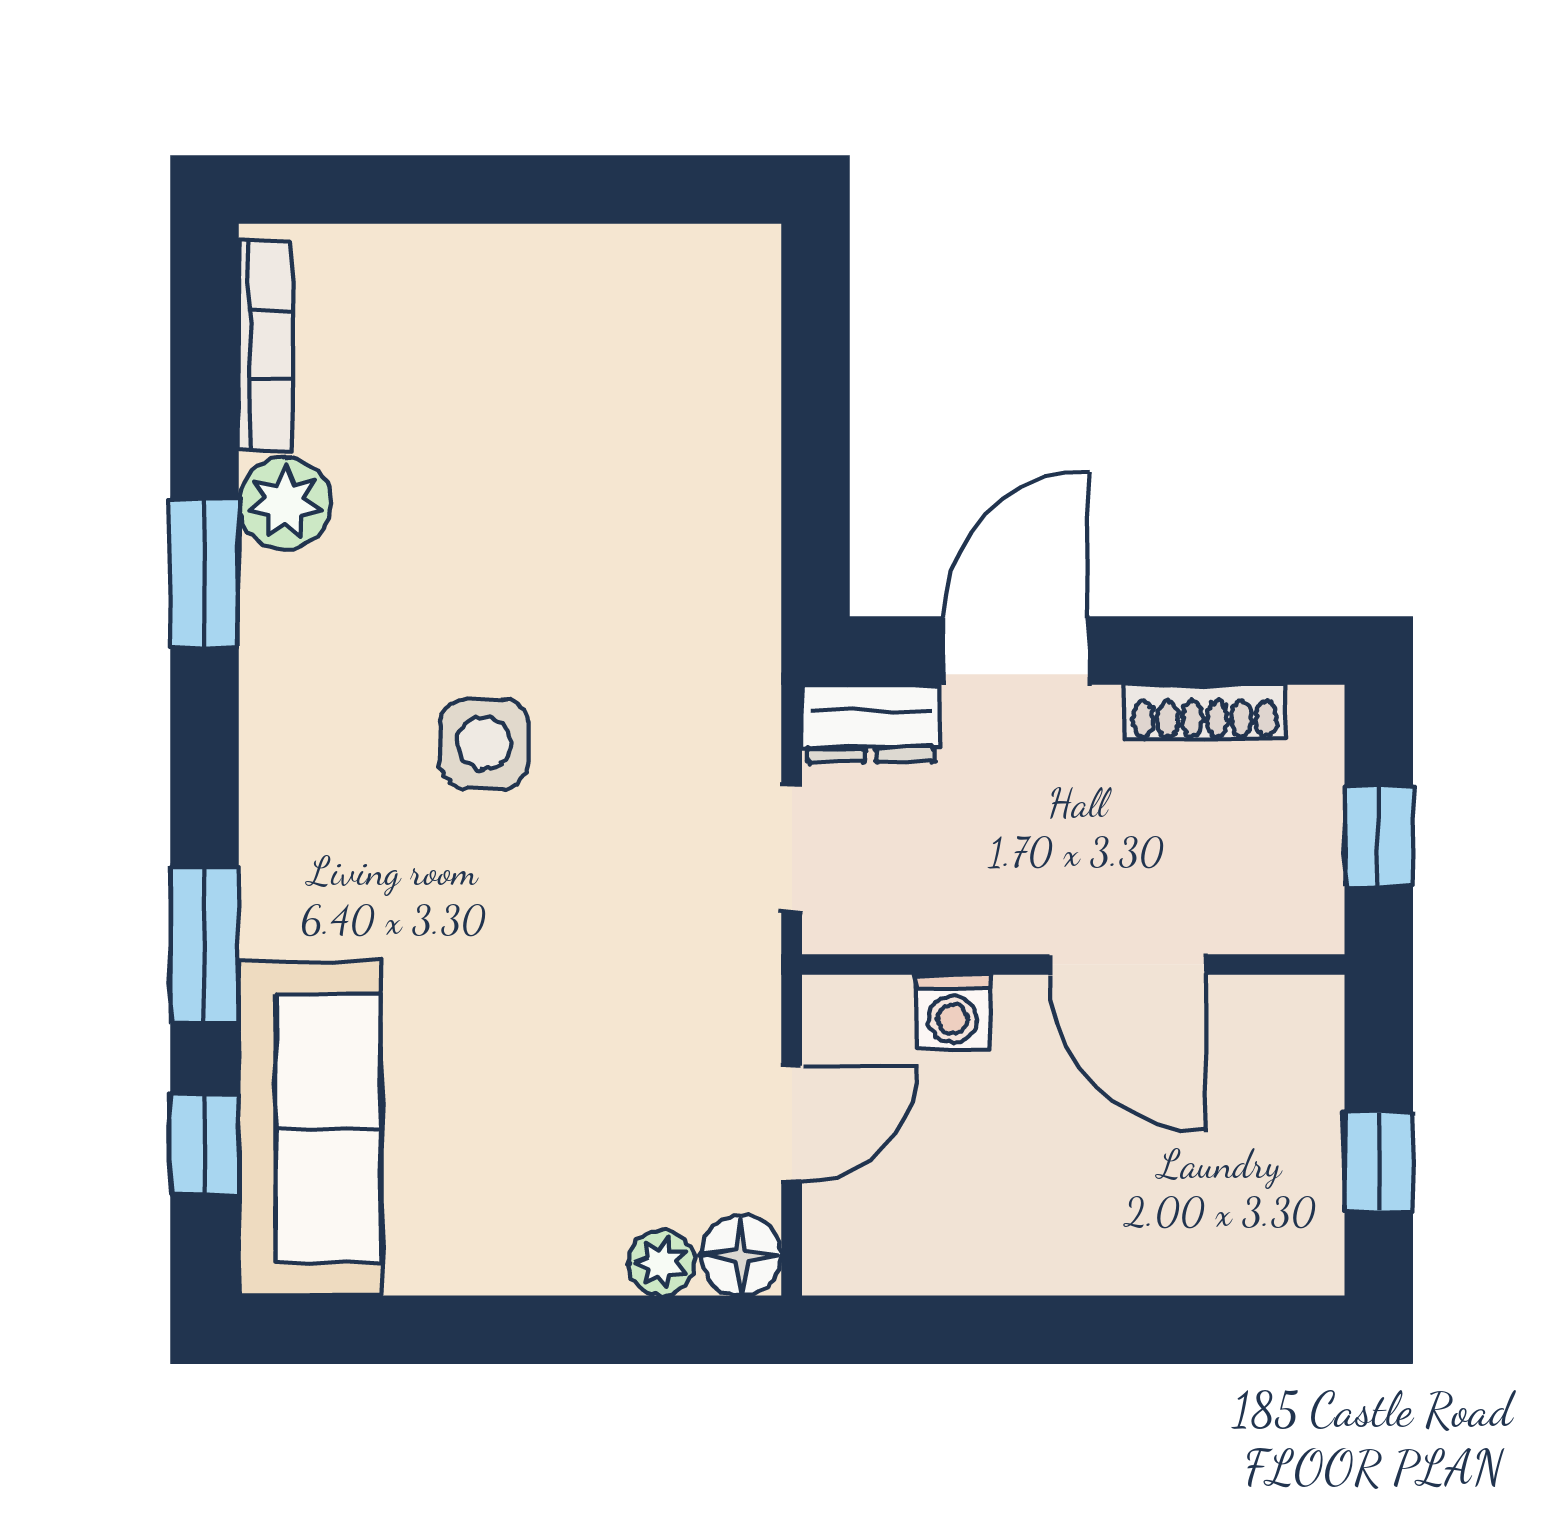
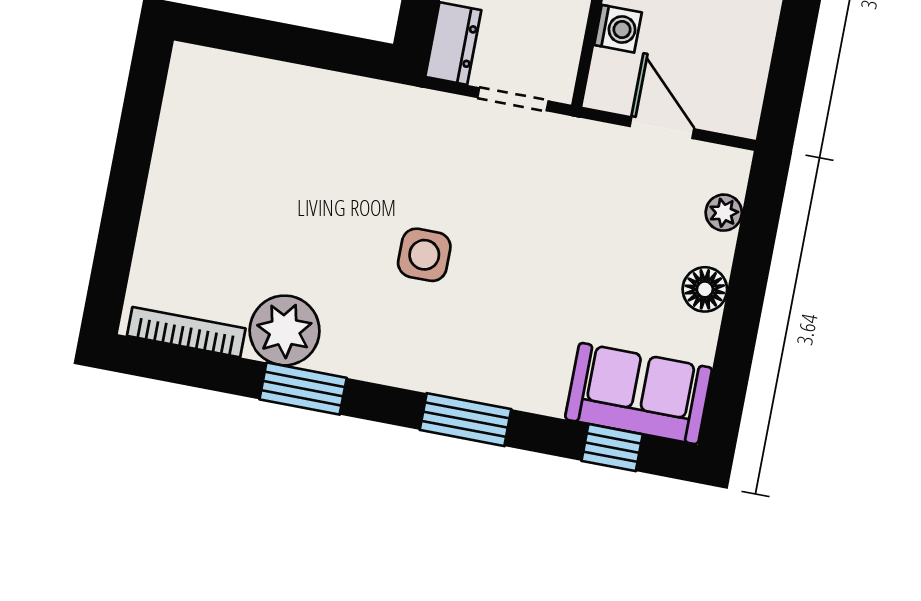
plant: (285, 503) -> (285, 330), width x1.36, depth x1.36
window: (204, 945) -> (466, 420), moved
sofa: (310, 1128) -> (639, 394), width x0.73
floor lamp: (741, 1255) -> (705, 289), moved

